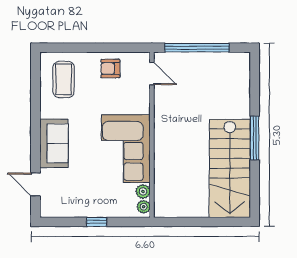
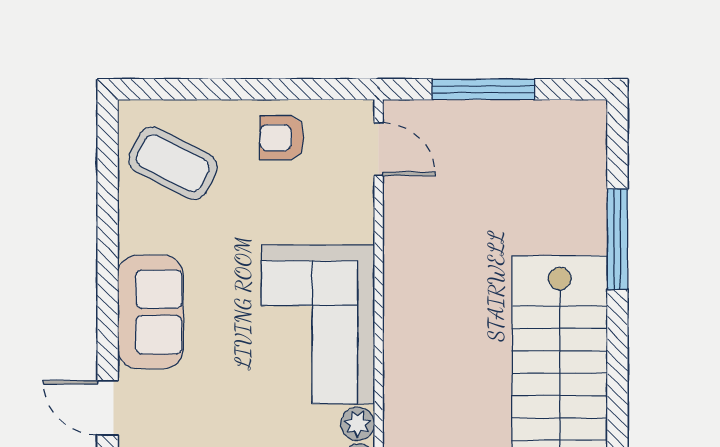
window: (197, 48) -> (483, 89), width x0.68
coffee table: (64, 79) -> (173, 163), turned -63
window: (255, 138) -> (617, 239), moved

